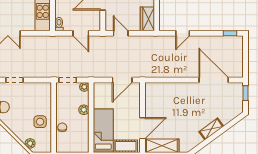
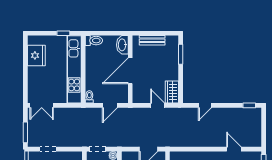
door: (81, 33) -> (110, 105), hinge flipped
door: (121, 33) -> (158, 105), moved
door: (214, 80) -> (234, 149), width x0.53

